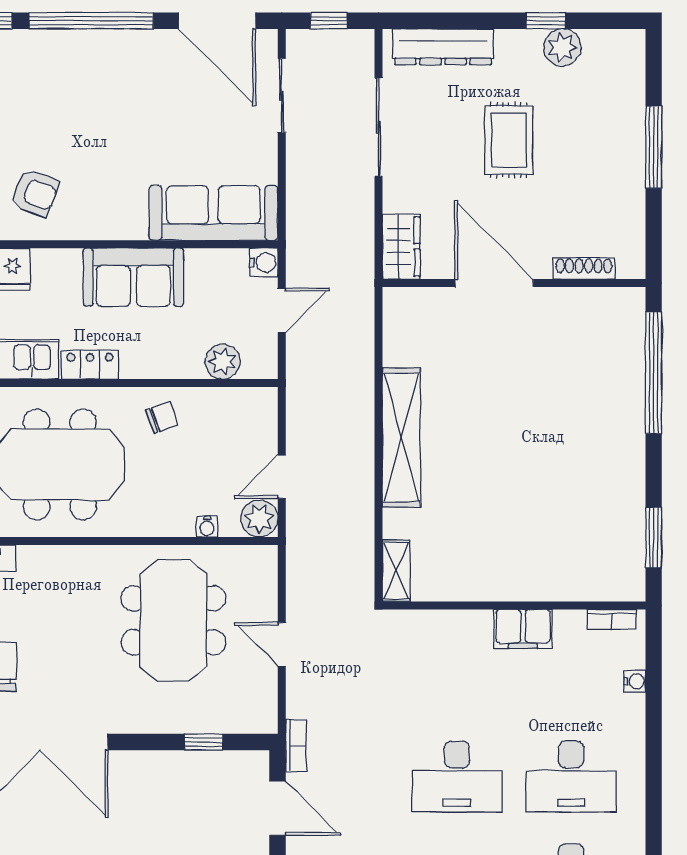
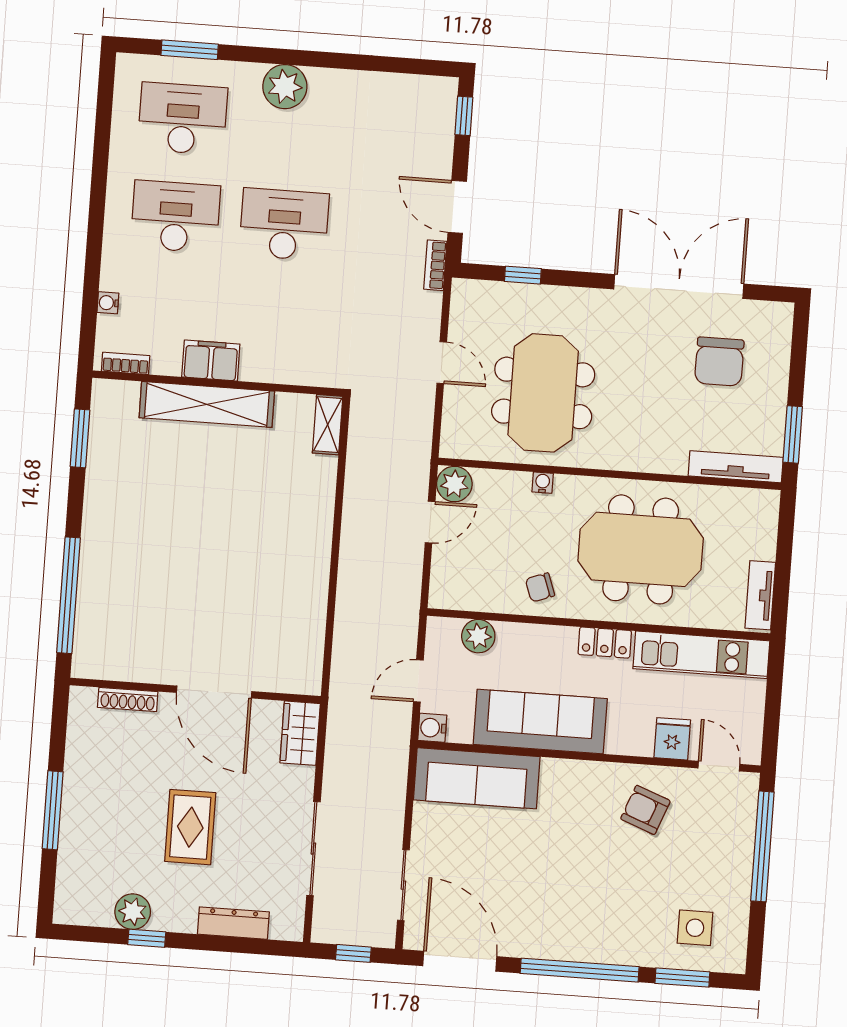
dresser: (443, 47) -> (233, 923), width x0.73, depth x0.80
sofa: (133, 277) -> (540, 722), width x1.36
shelving: (401, 437) -> (207, 404), moved, turned 90
water cooler: (207, 527) -> (543, 483), moved

